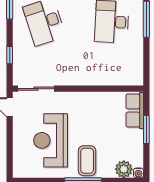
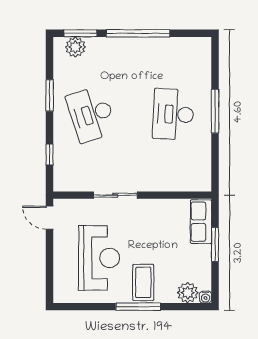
sliding door: (36, 89) -> (115, 195), moved
reception desk: (51, 140) -> (99, 258), turned 180

